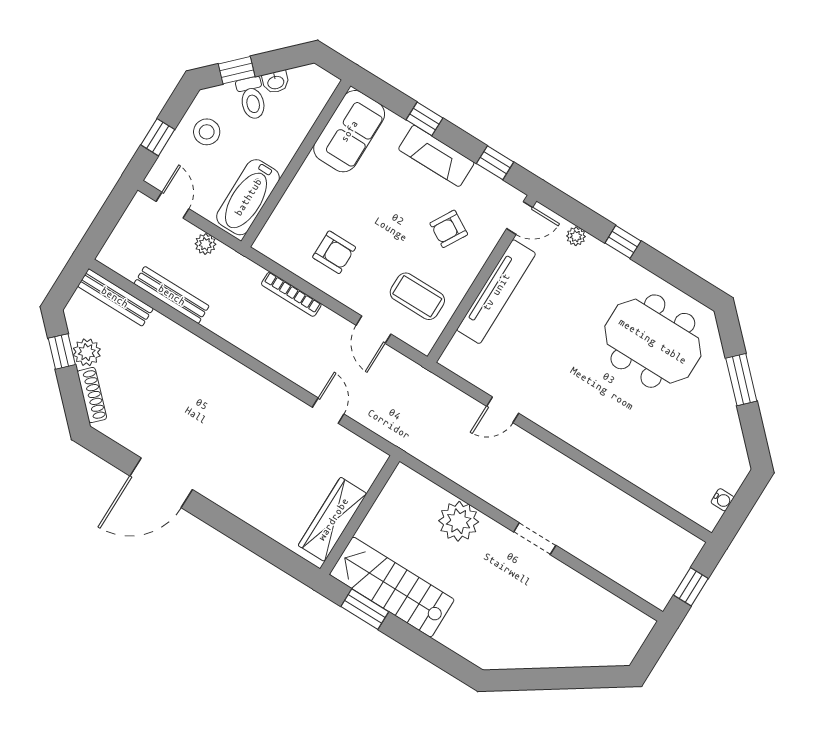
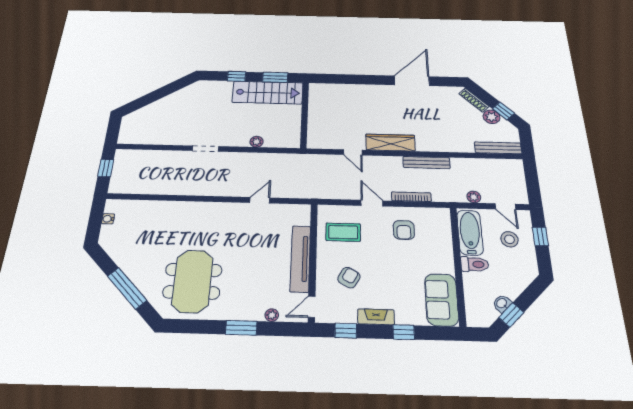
window: (237, 70) -> (511, 315), moved
toilet: (252, 98) -> (475, 264), moved, turned 135
stool: (207, 132) -> (509, 239), moved
fireplace: (436, 156) -> (376, 317), width x0.73, depth x0.76
window: (623, 242) -> (241, 328), width x1.50
armchair: (334, 252) -> (404, 230), turned -90
bench: (172, 295) -> (426, 163), moved
door: (373, 330) -> (372, 203), moved
meeting table: (653, 341) -> (192, 281), turned 90
window: (741, 380) -> (127, 288), width x1.44
wardrobe: (333, 519) -> (390, 143), moved, turned -90
plant: (459, 521) -> (257, 142), width x0.53, depth x0.53
window: (423, 645) -> (237, 76), added

